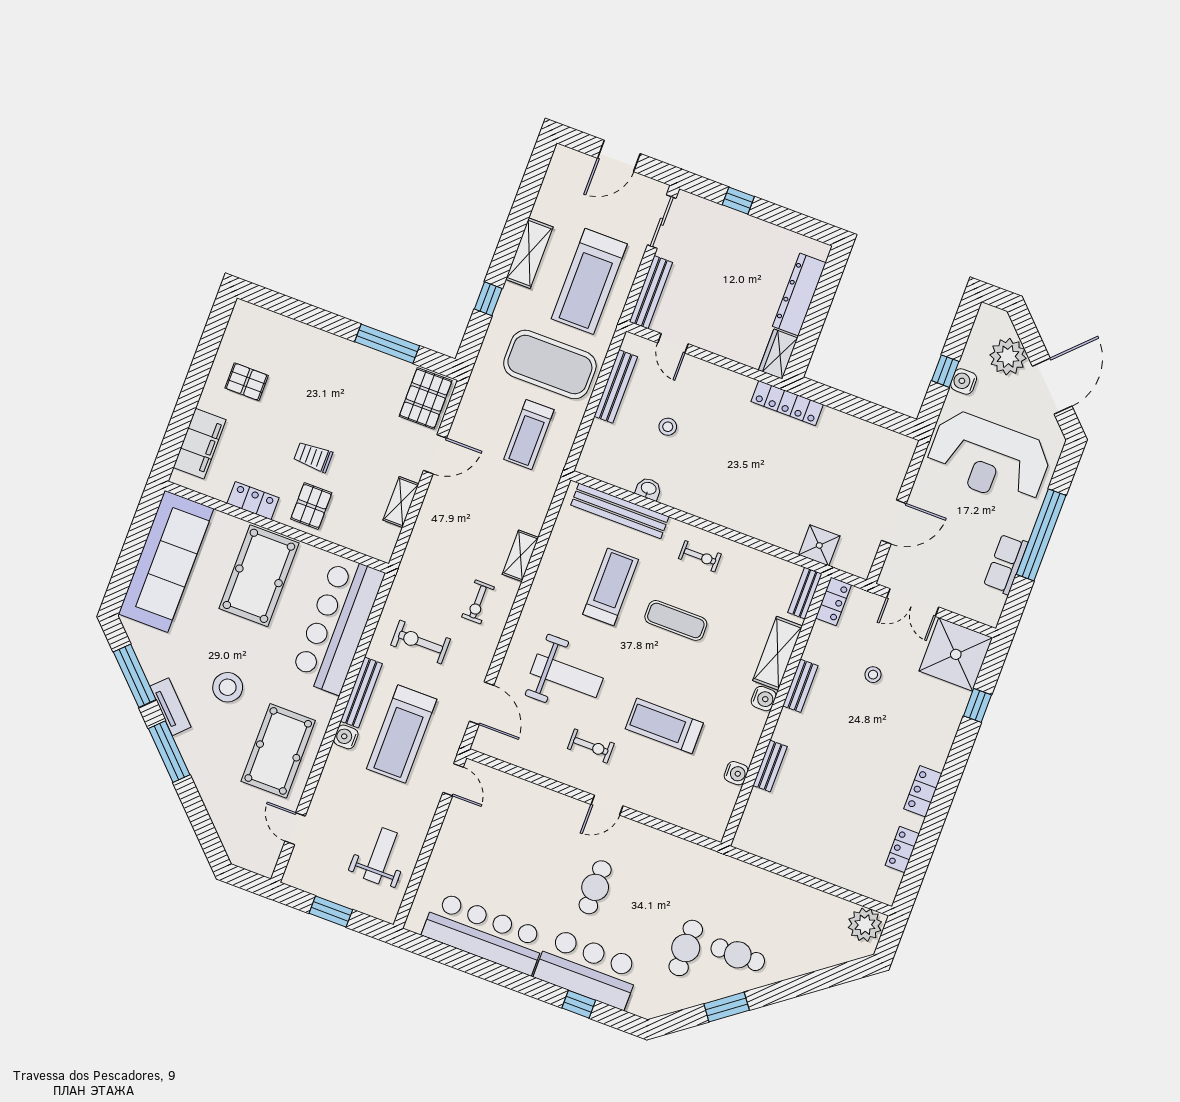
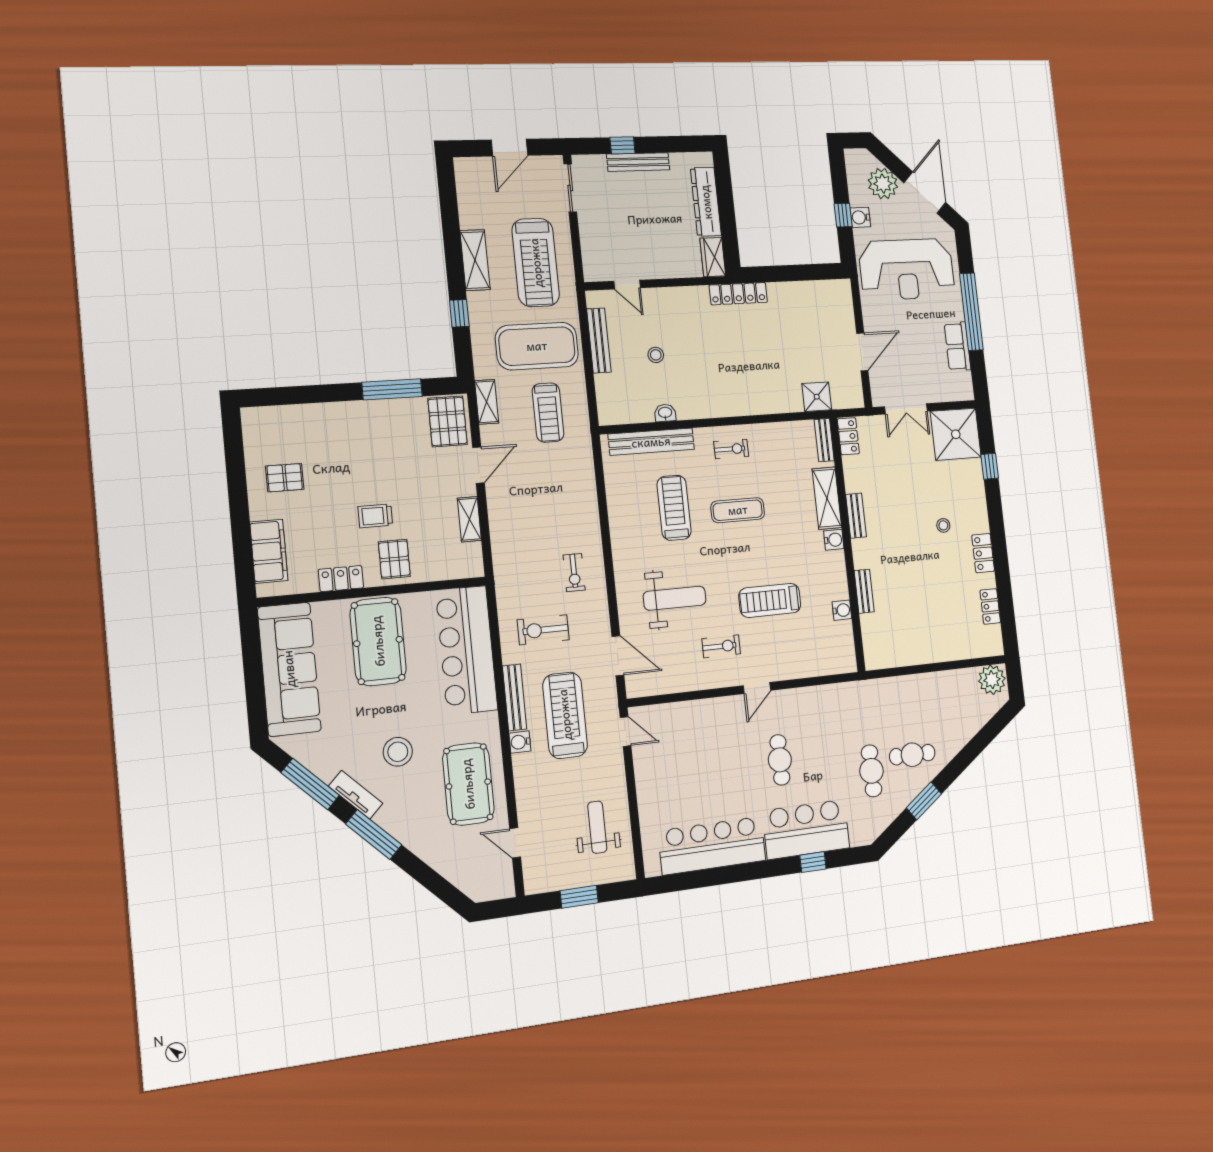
bench: (651, 292) -> (638, 162), moved, turned 90
shelving: (520, 556) -> (487, 402), moved
stool: (873, 675) -> (943, 525), moved
treadmill: (402, 734) -> (565, 715), turned 180

